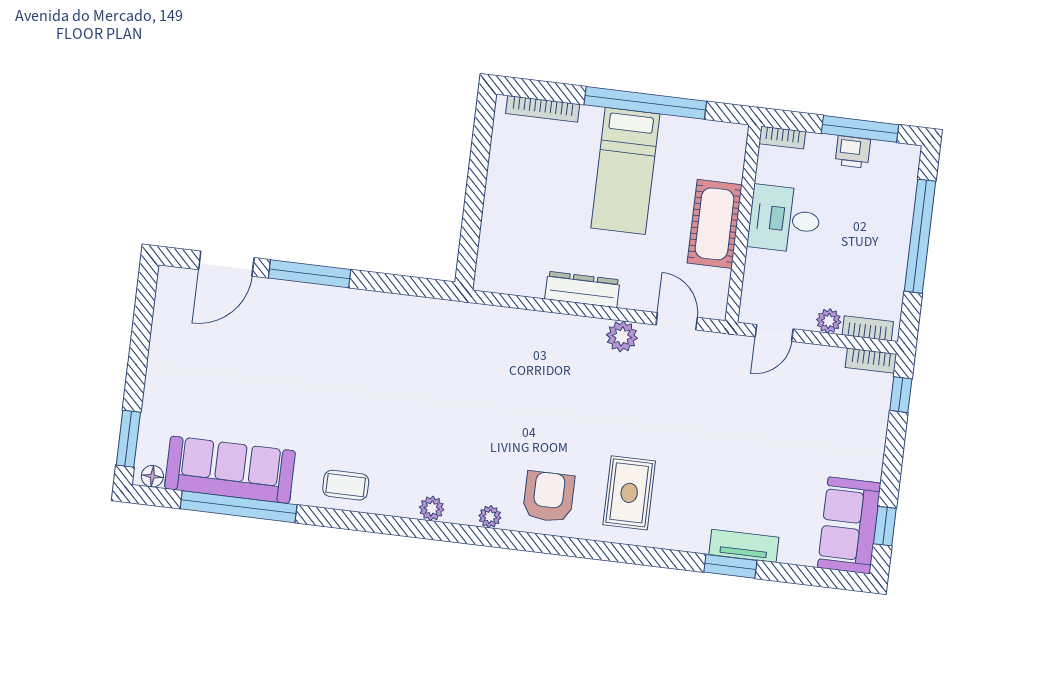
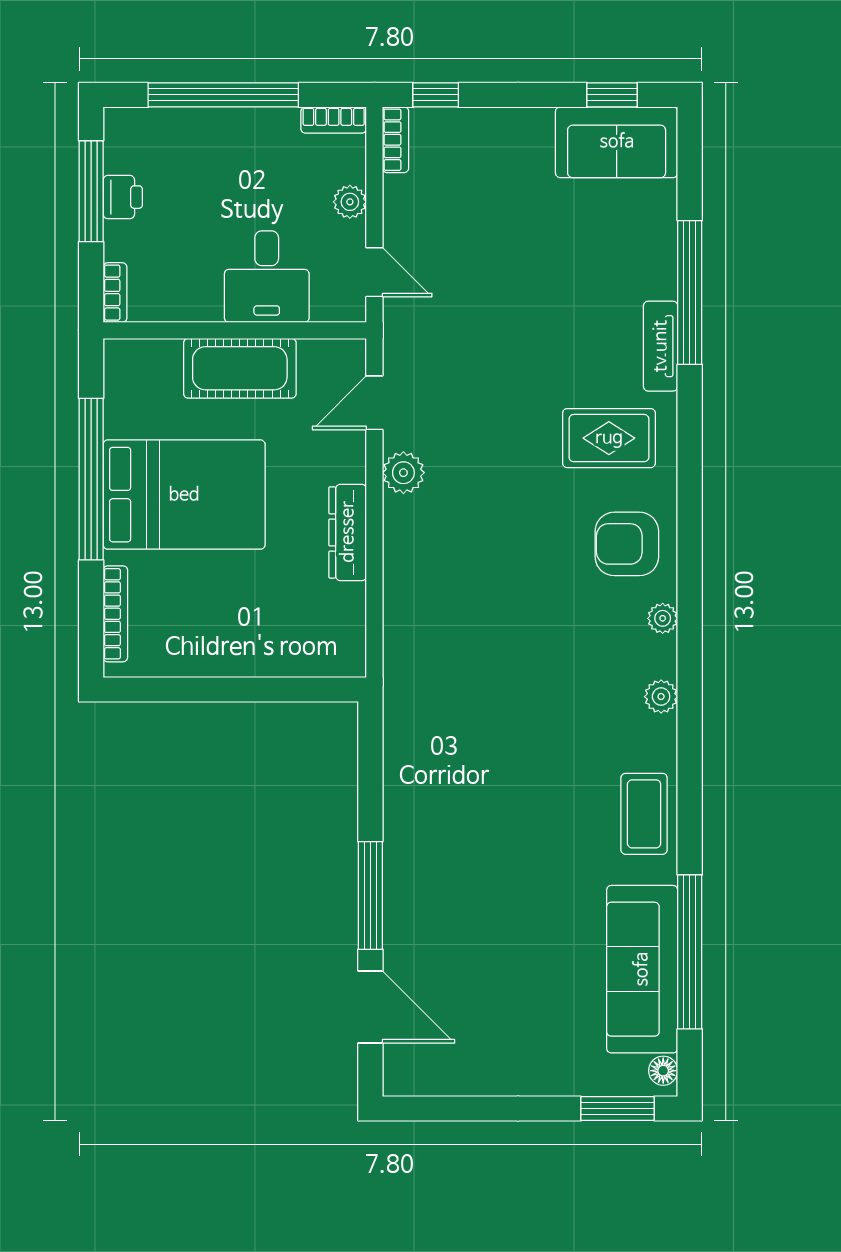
bed: (625, 171) -> (184, 495), width x1.50
desk: (784, 219) -> (267, 277), moved
bookcase: (868, 328) -> (334, 120), moved, turned -90
coffee table: (346, 485) -> (644, 814), width x1.36, depth x1.30
tv unit: (744, 546) -> (661, 346), moved
window: (730, 566) -> (690, 293), width x2.11

